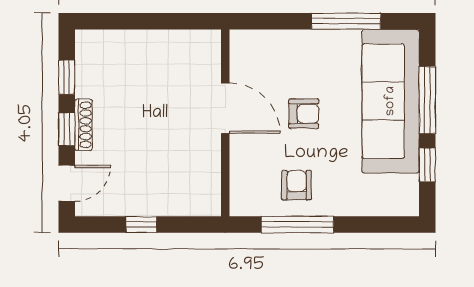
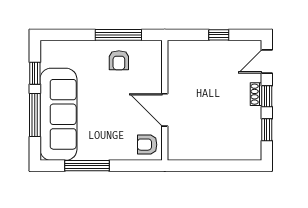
armchair: (304, 114) -> (147, 145), moved
shoe rack: (84, 125) -> (256, 94), width x0.70

